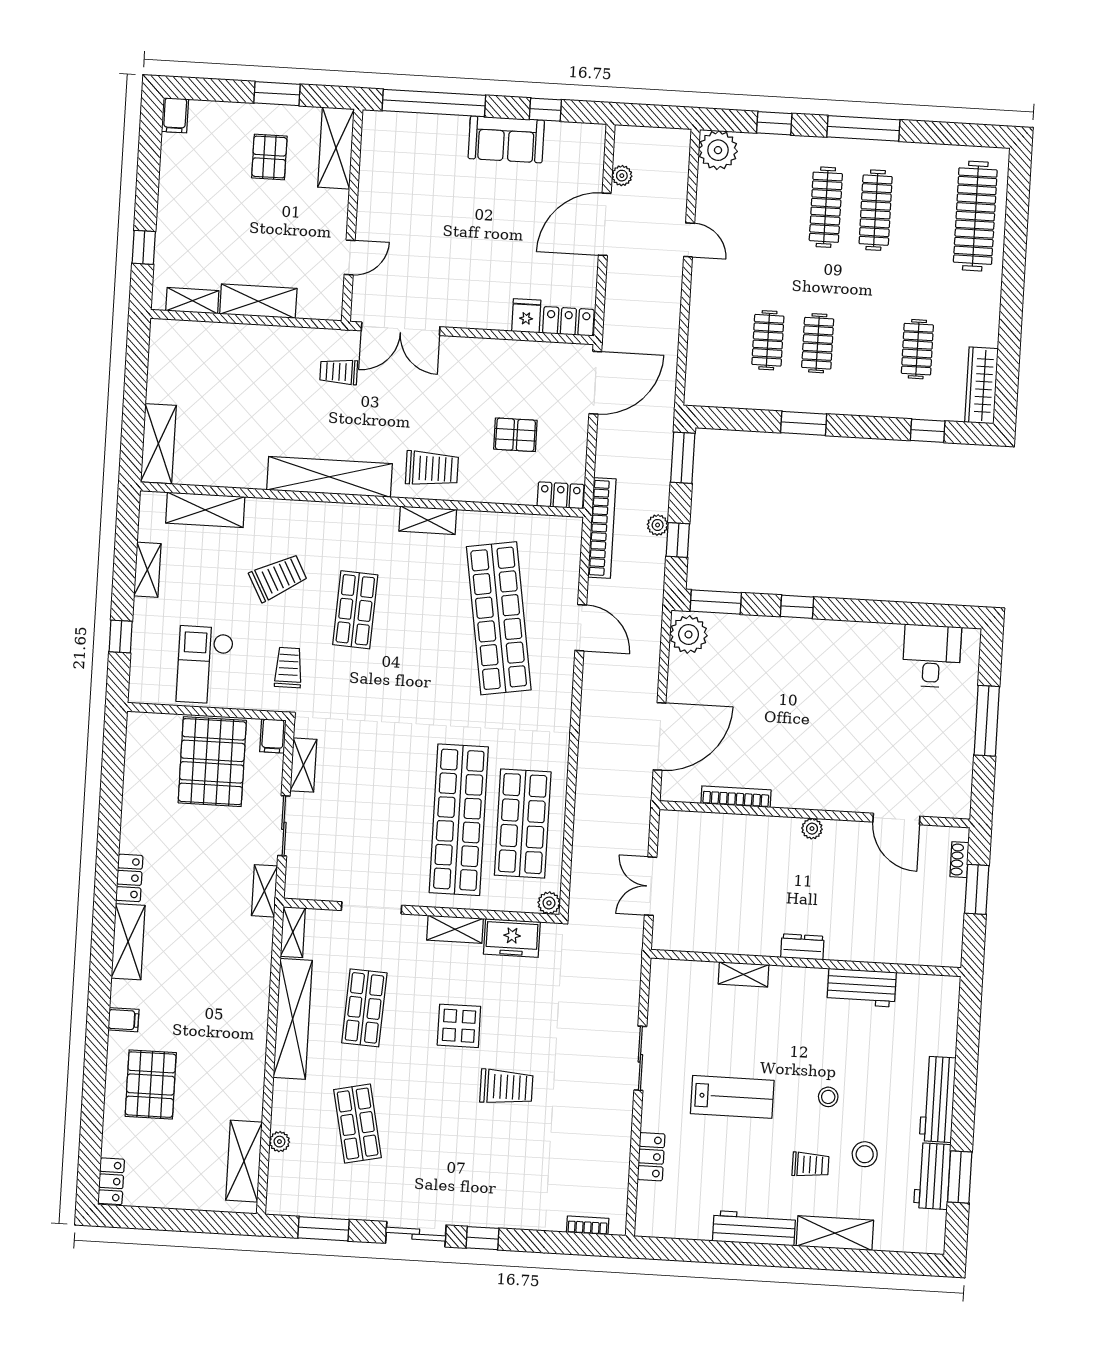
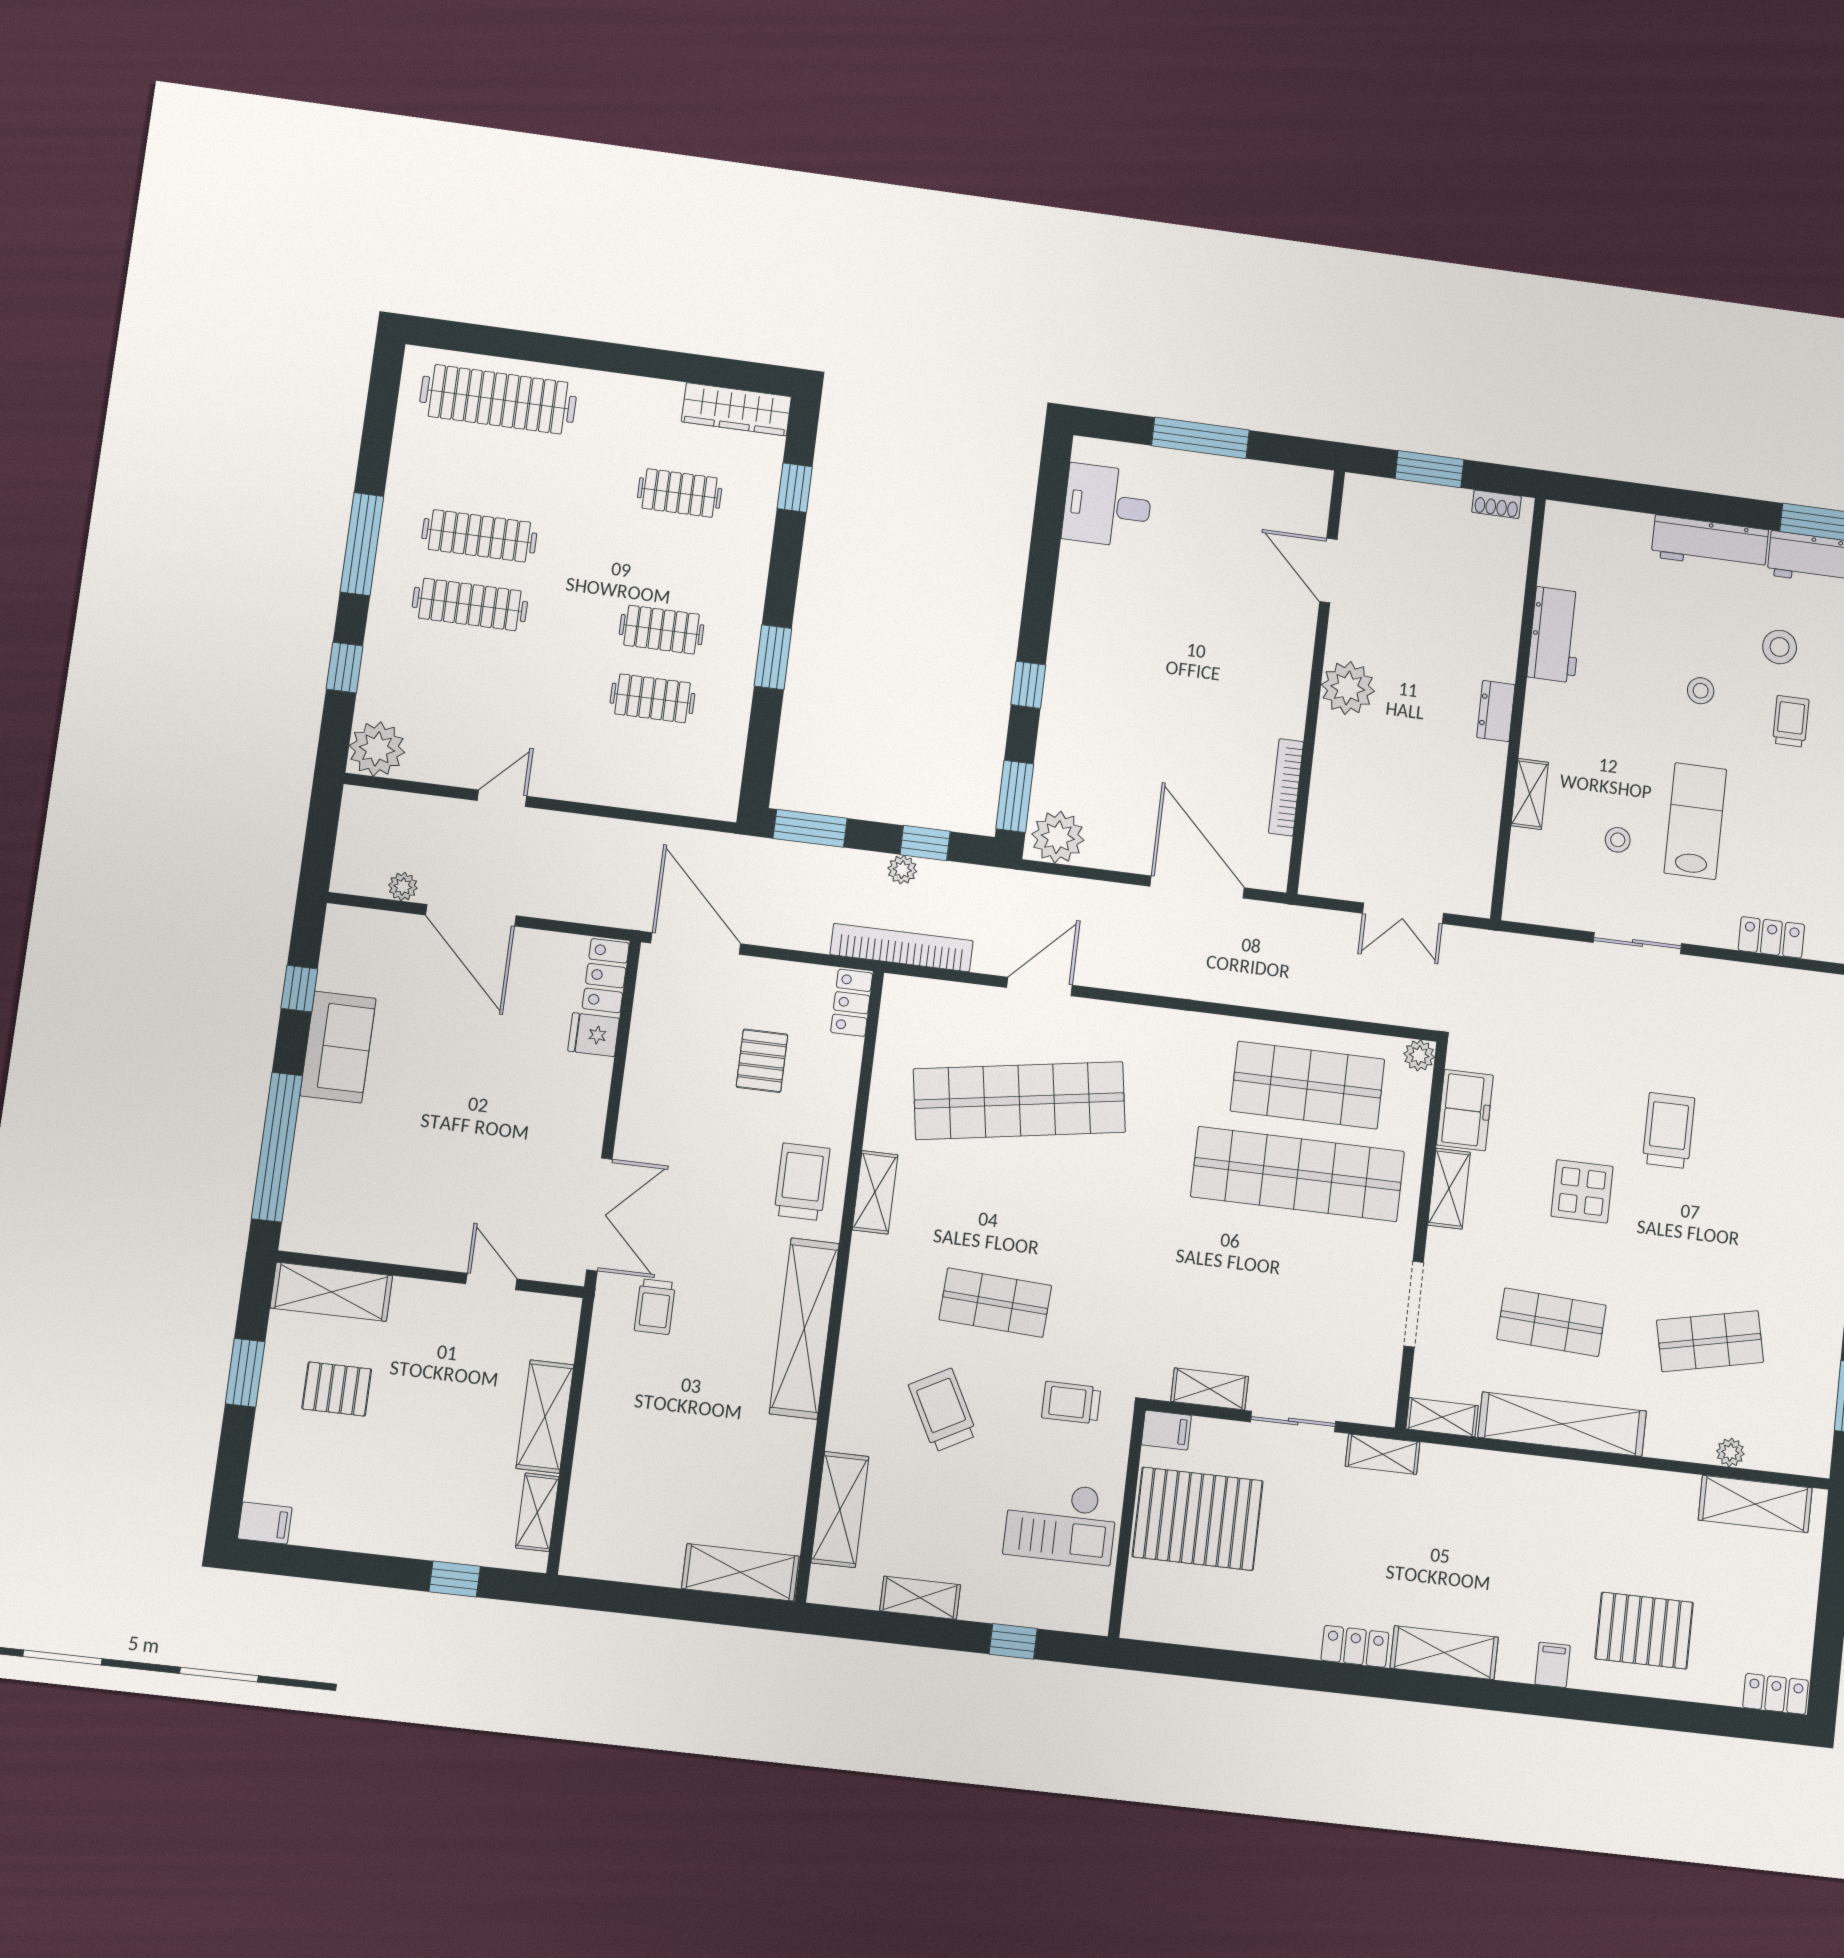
door: (896, 819) -> (1328, 570), swing flipped
plant: (812, 829) -> (1348, 688), width x1.88, depth x1.88
shoe rack: (959, 860) -> (1496, 504), moved
stool: (715, 1040) -> (1618, 840), added

